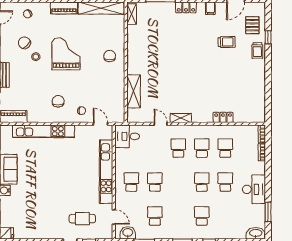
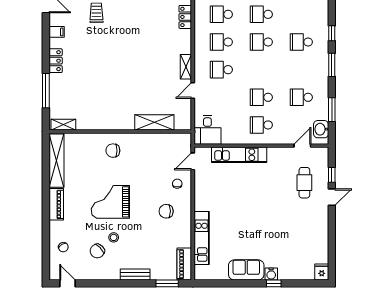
kitchen unit: (44, 131) -> (202, 238), width x0.73
kitchen unit: (106, 172) -> (239, 155), width x0.73

